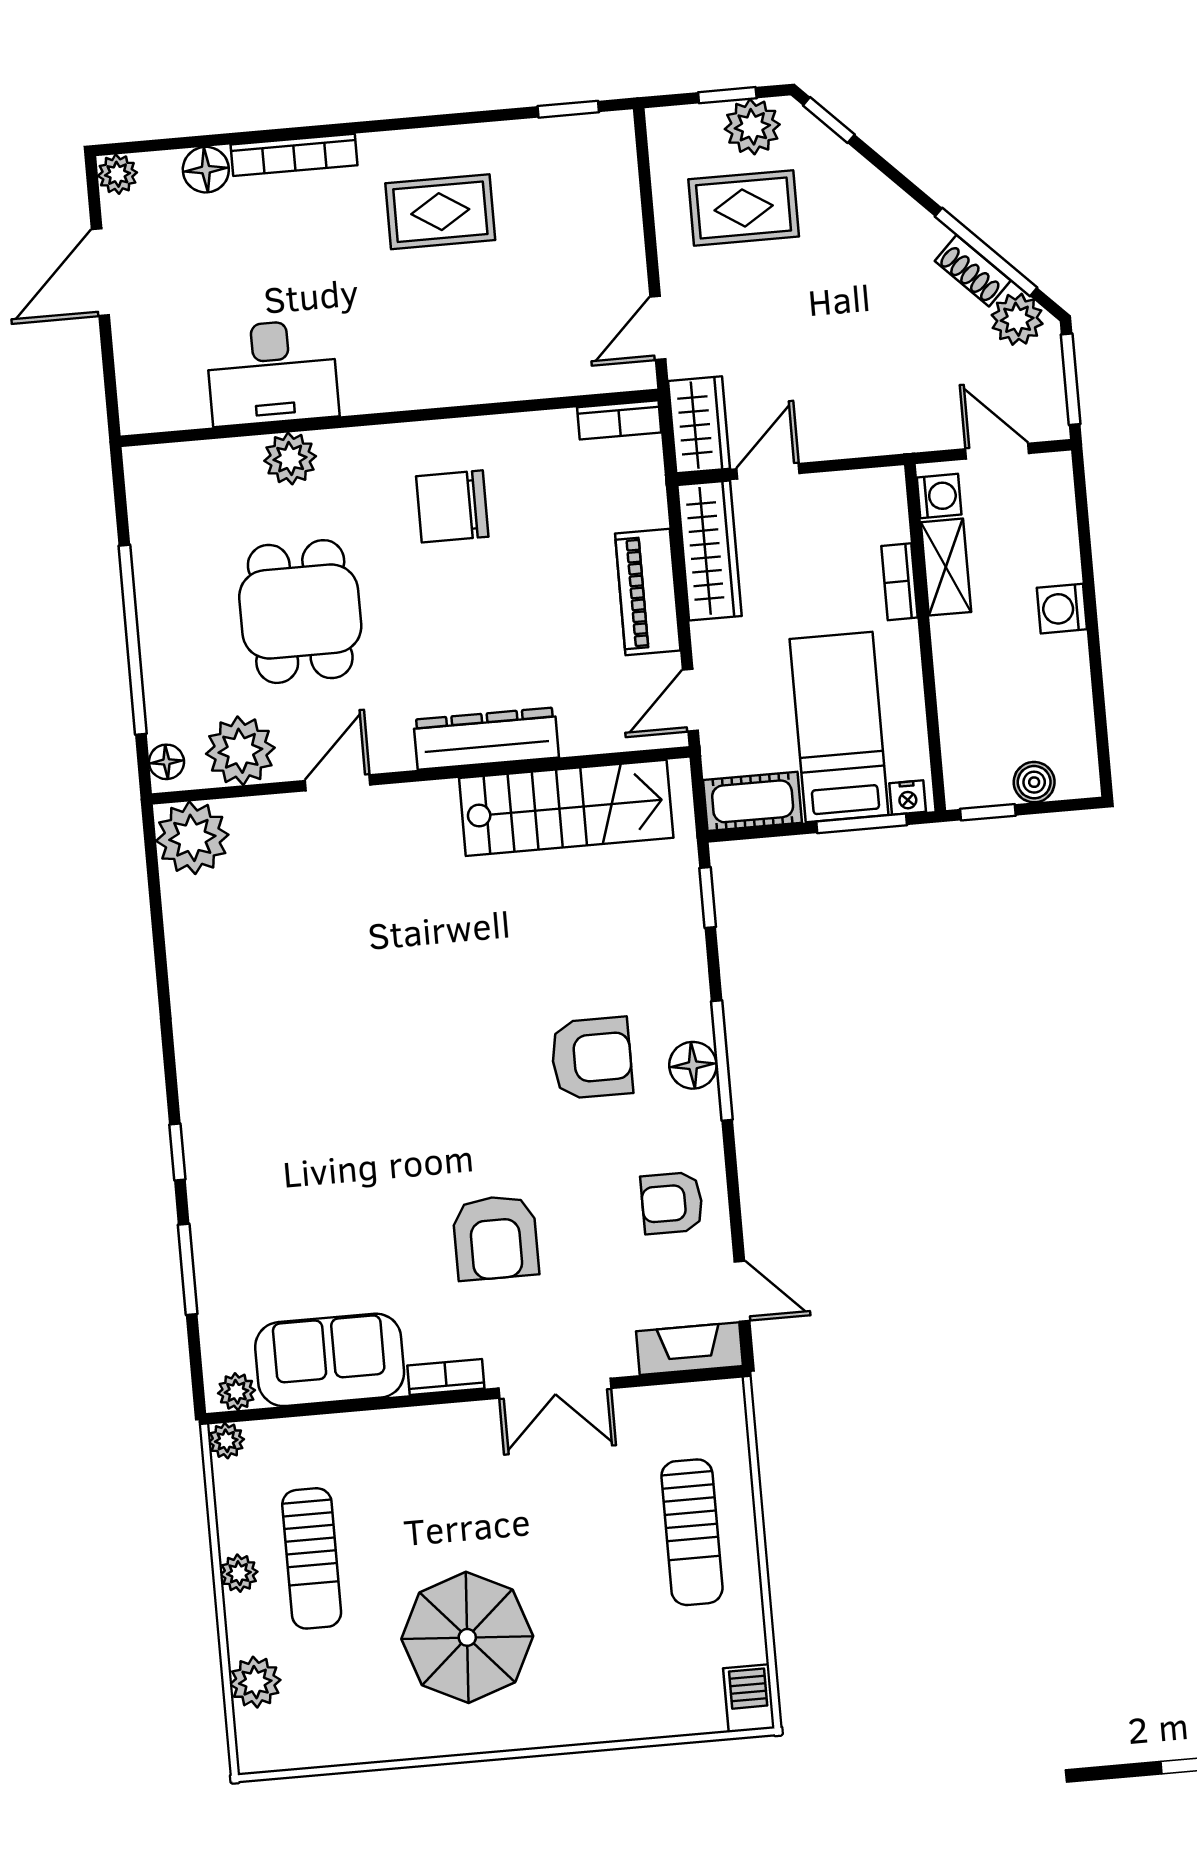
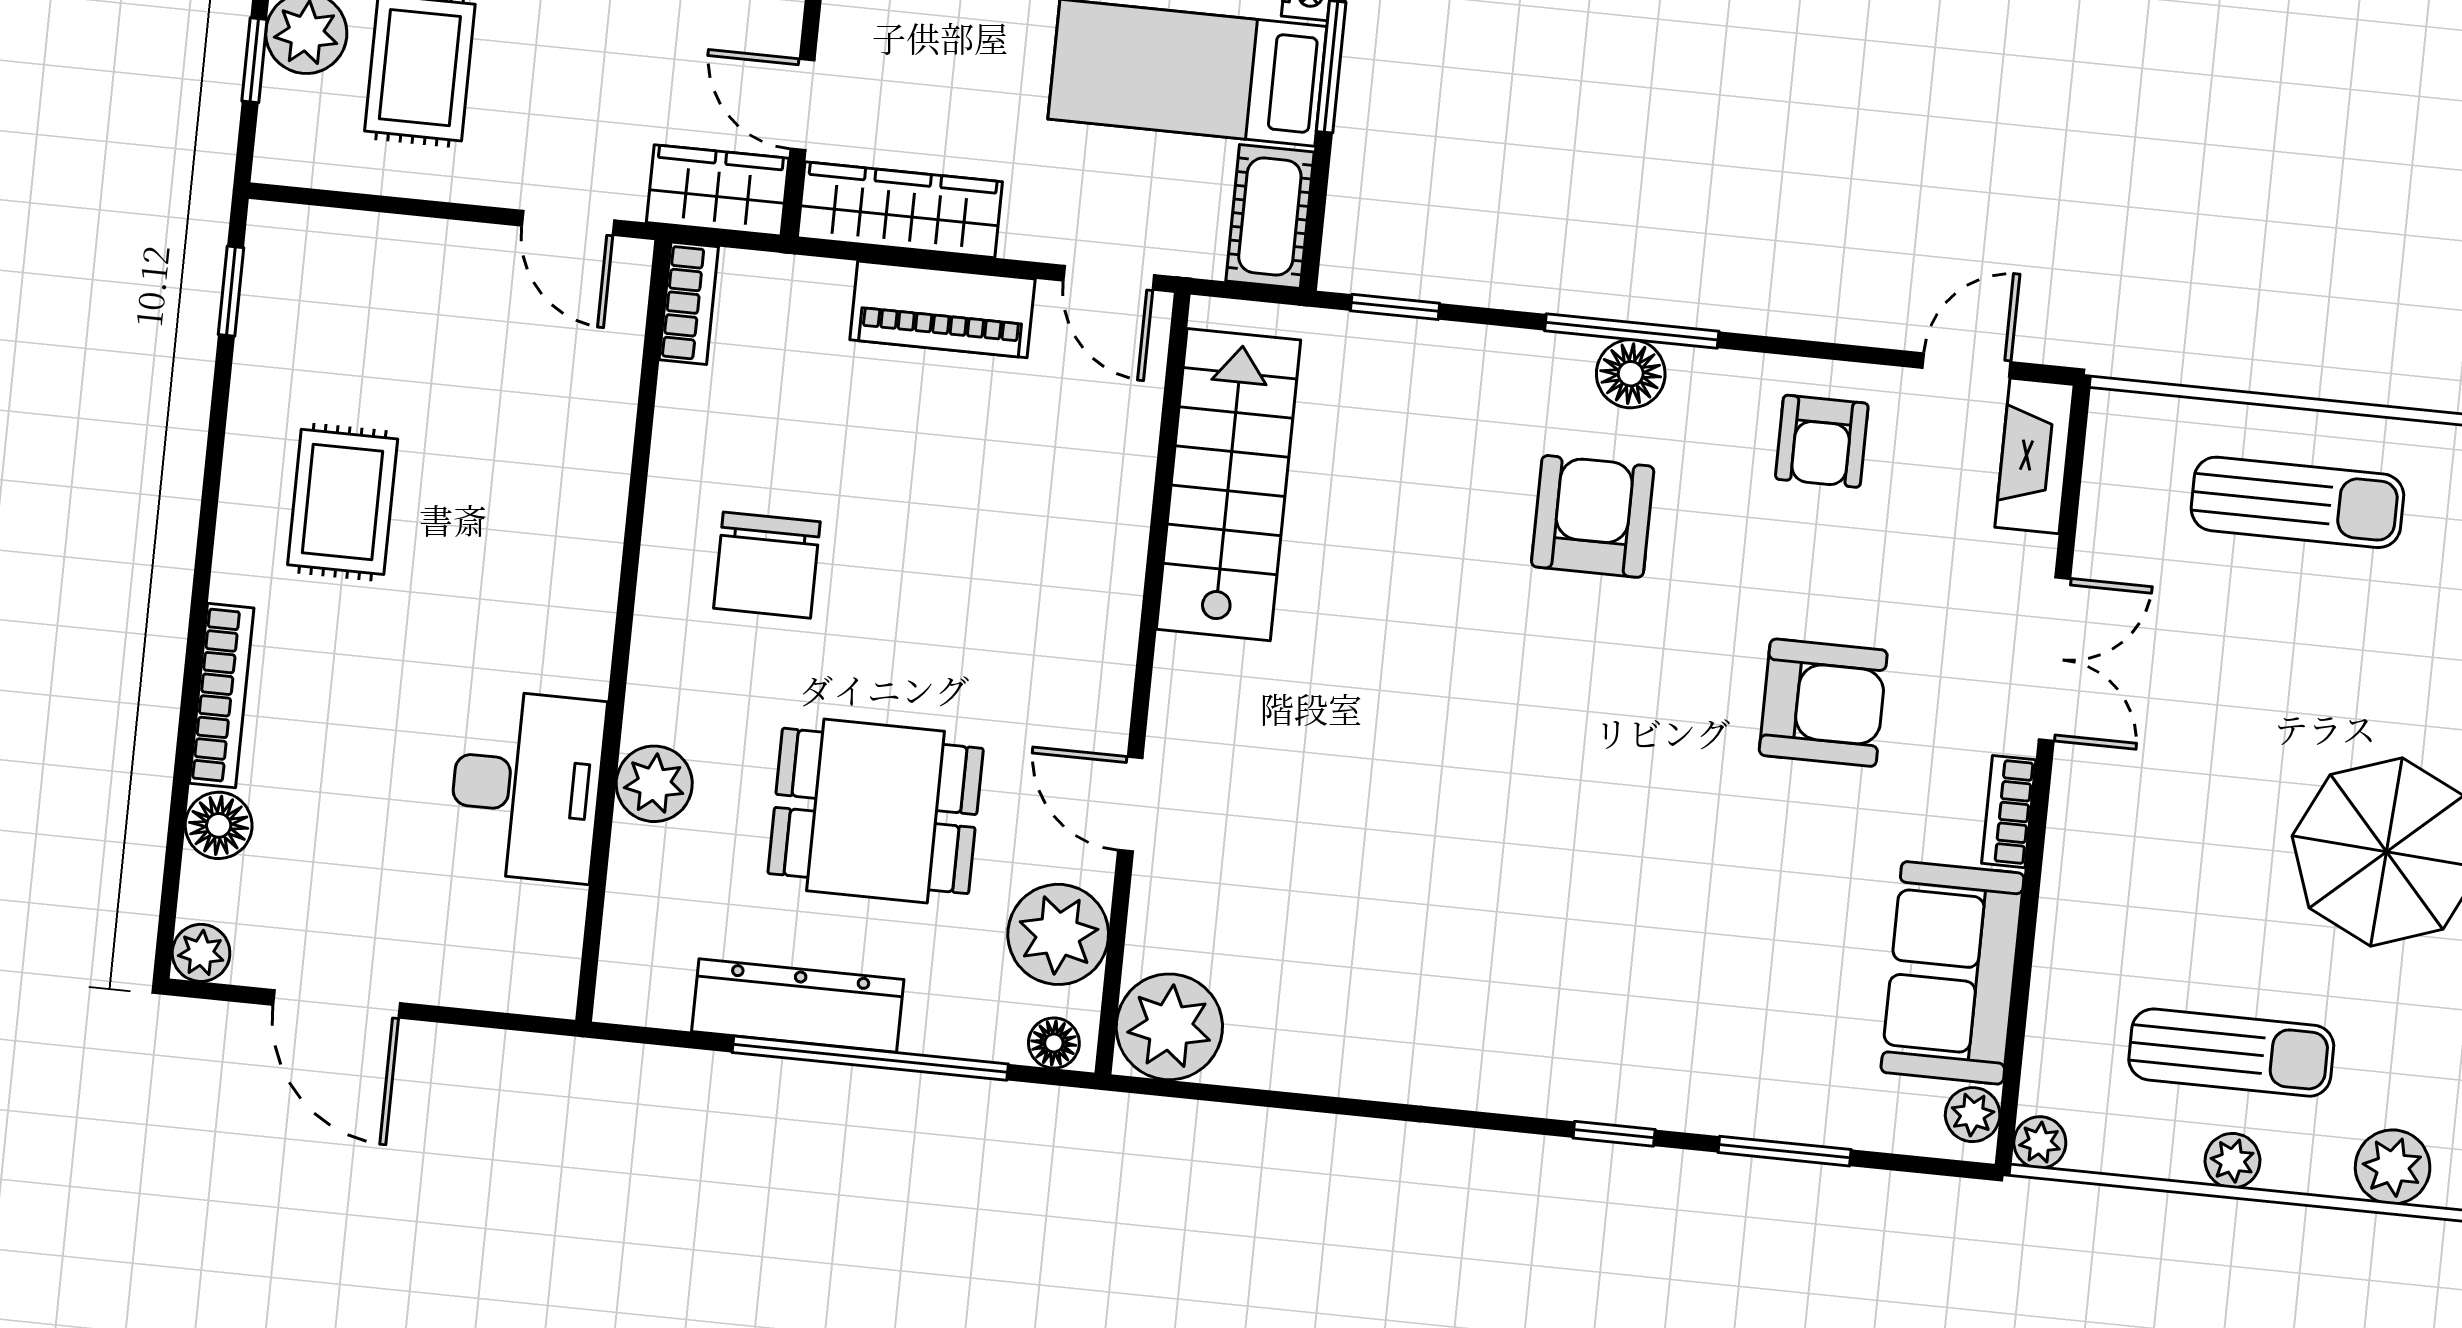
dresser: (486, 739) -> (798, 1005), moved, turned 90

